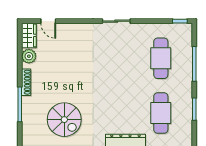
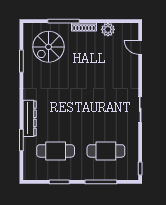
door: (48, 21) -> (140, 47), hinge flipped
wardrobe: (29, 35) -> (127, 29), removed
spiral stairs: (64, 120) -> (49, 47), moved

